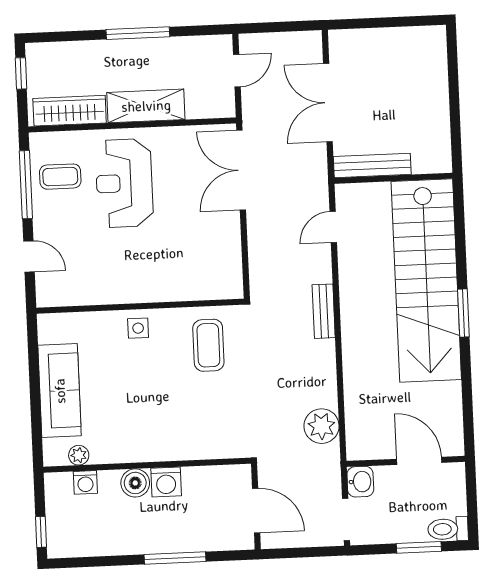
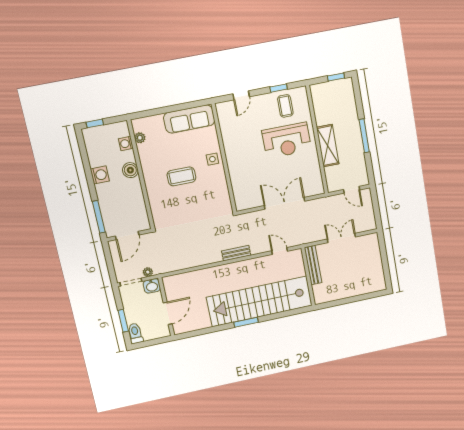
double door: (328, 103) -> (341, 238), width x0.73
wardrobe: (70, 111) -> (320, 106), removed
double door: (241, 170) -> (285, 203), moved
reception desk: (124, 183) -> (287, 140), turned 180
window: (26, 185) -> (279, 88), width x0.46
coffee table: (208, 345) -> (181, 176), moved
sofa: (60, 391) -> (189, 119), moved
plant: (322, 426) -> (148, 272), moved, width x0.53, depth x0.53
washing machine: (166, 482) -> (100, 175), moved, turned 180
window: (175, 558) -> (99, 217), moved

